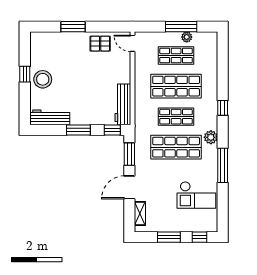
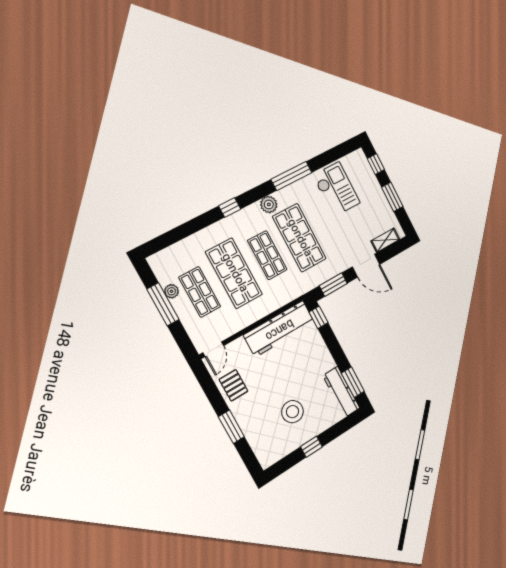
stool: (43, 79) -> (292, 412), moved
workbench: (123, 104) -> (279, 329), width x1.36, depth x1.32
window: (78, 130) -> (353, 382), moved

